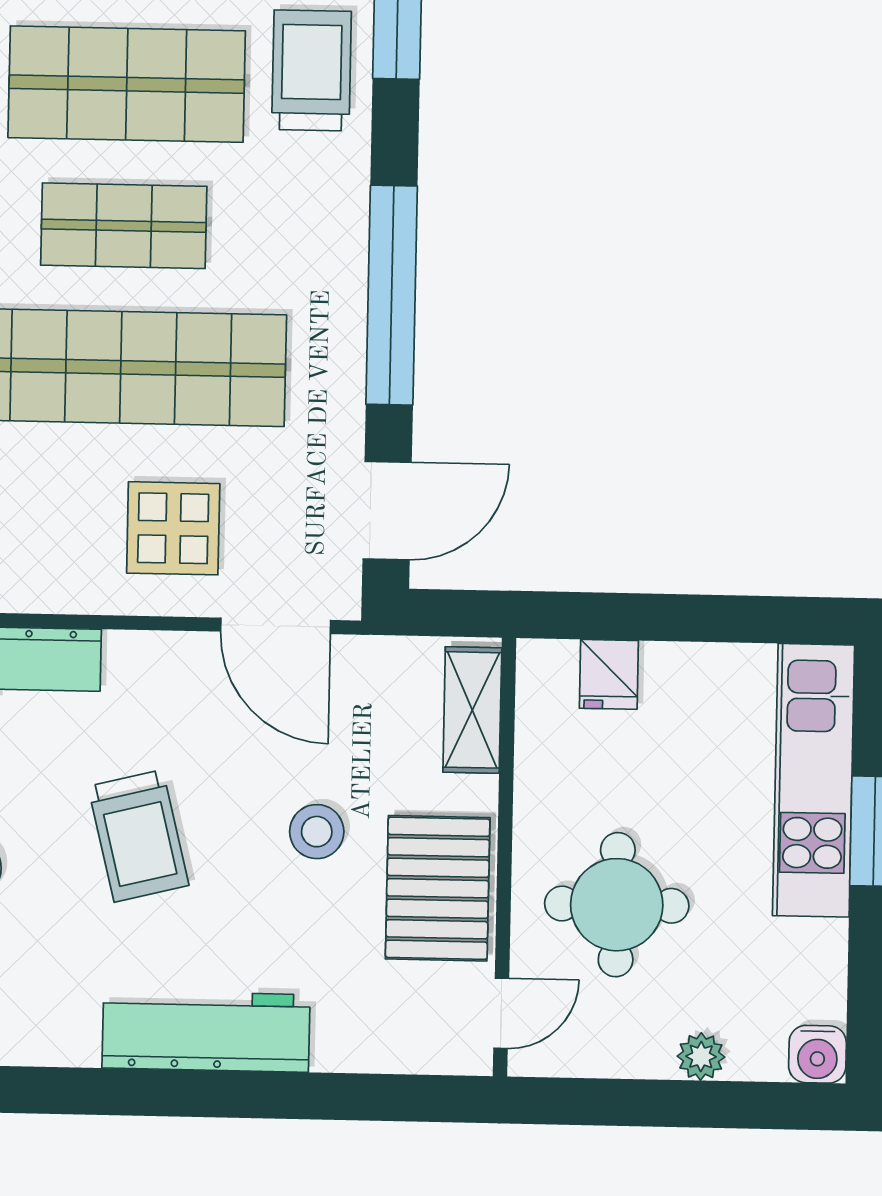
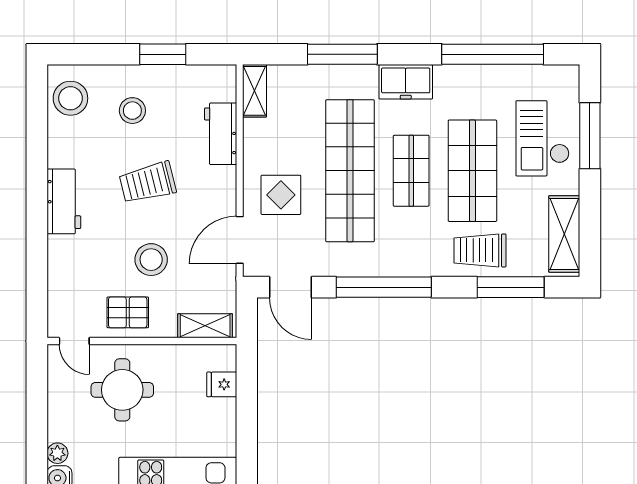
trolley: (312, 70) -> (480, 250), turned 180
stool: (317, 832) -> (151, 260), width x1.38, depth x1.38
pallet: (438, 888) -> (128, 312), width x0.67, depth x0.71
workbench: (206, 1031) -> (64, 201), width x0.73
plant: (701, 1057) -> (57, 453), moved

